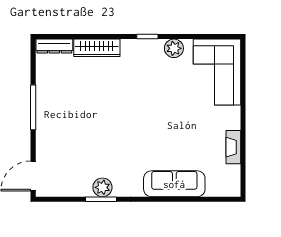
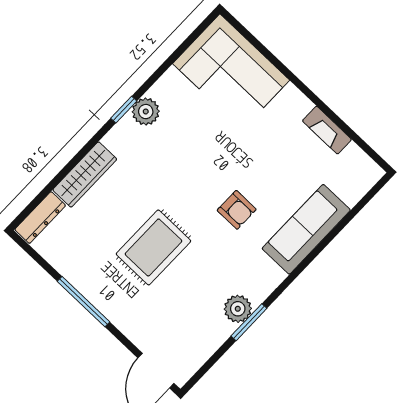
plant: (174, 48) -> (146, 112), moved
rug: (93, 116) -> (153, 247), added
armchair: (151, 140) -> (237, 210), added

